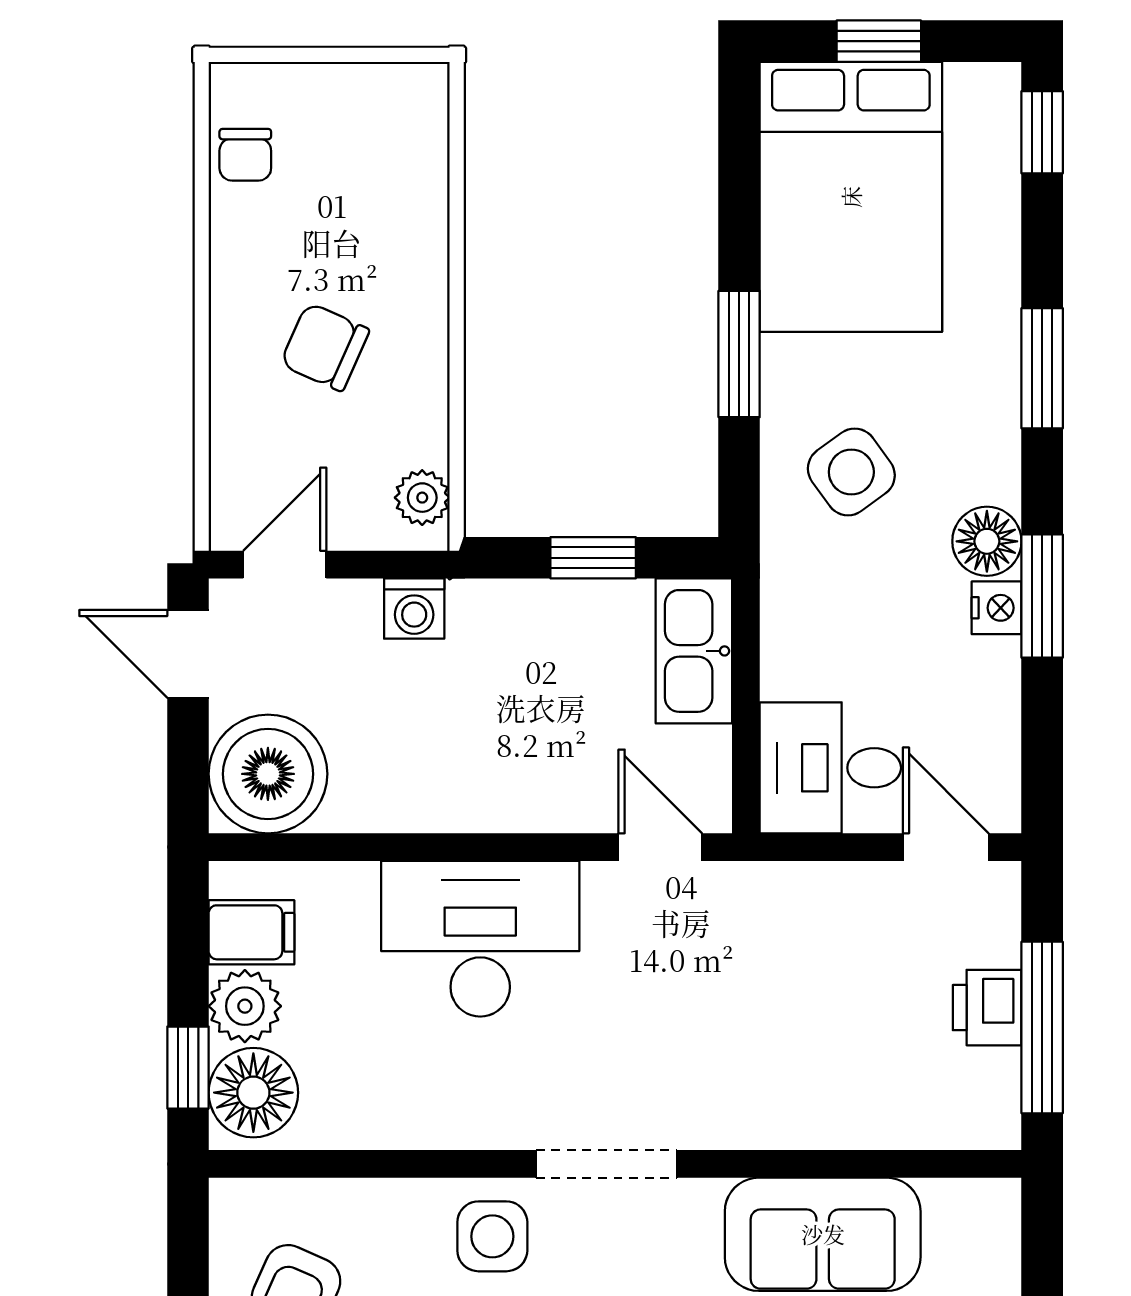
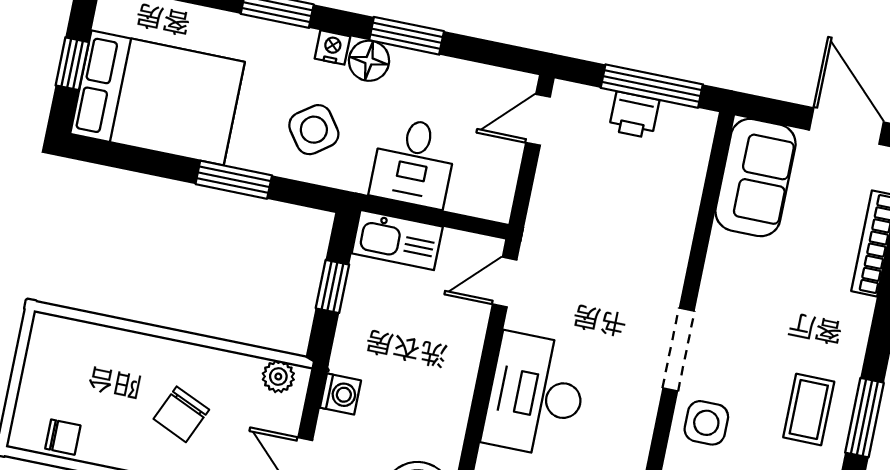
nightstand: (997, 608) -> (332, 47), moved
desk: (830, 768) -> (414, 163), moved
sofa: (823, 1234) -> (755, 178), moved

